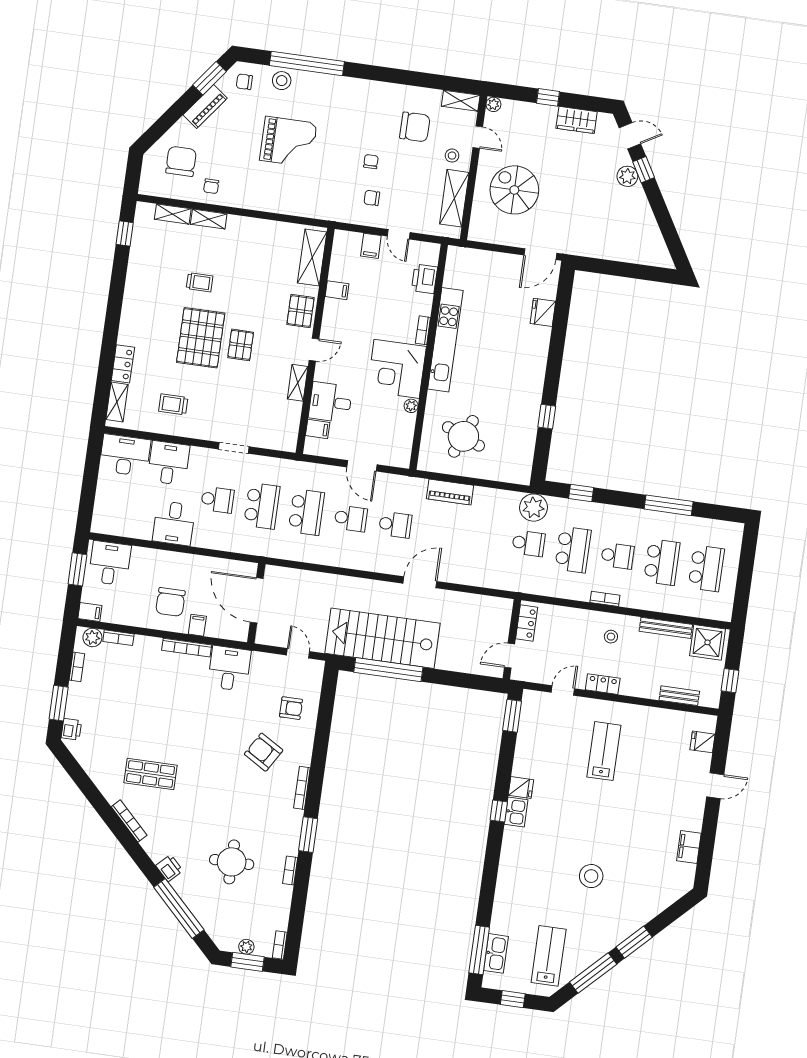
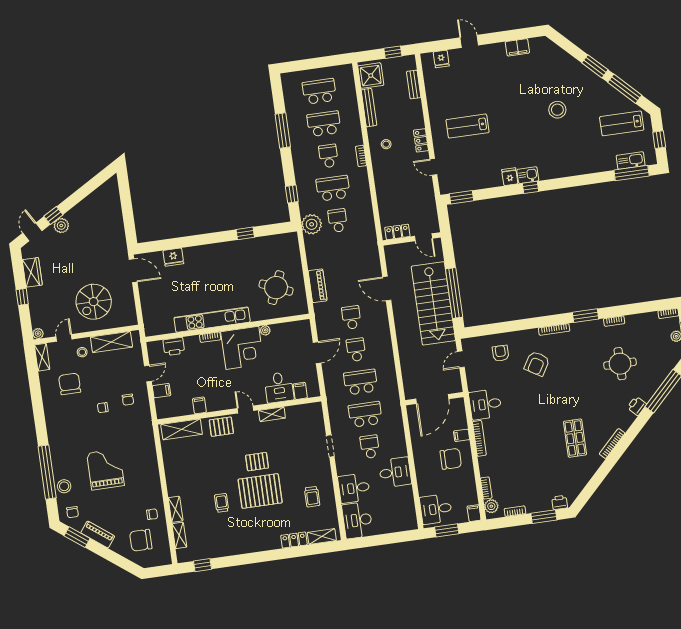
locker: (527, 623) -> (397, 232), moved
wall: (512, 639) -> (412, 239), moved
door: (510, 656) -> (424, 237), moved

